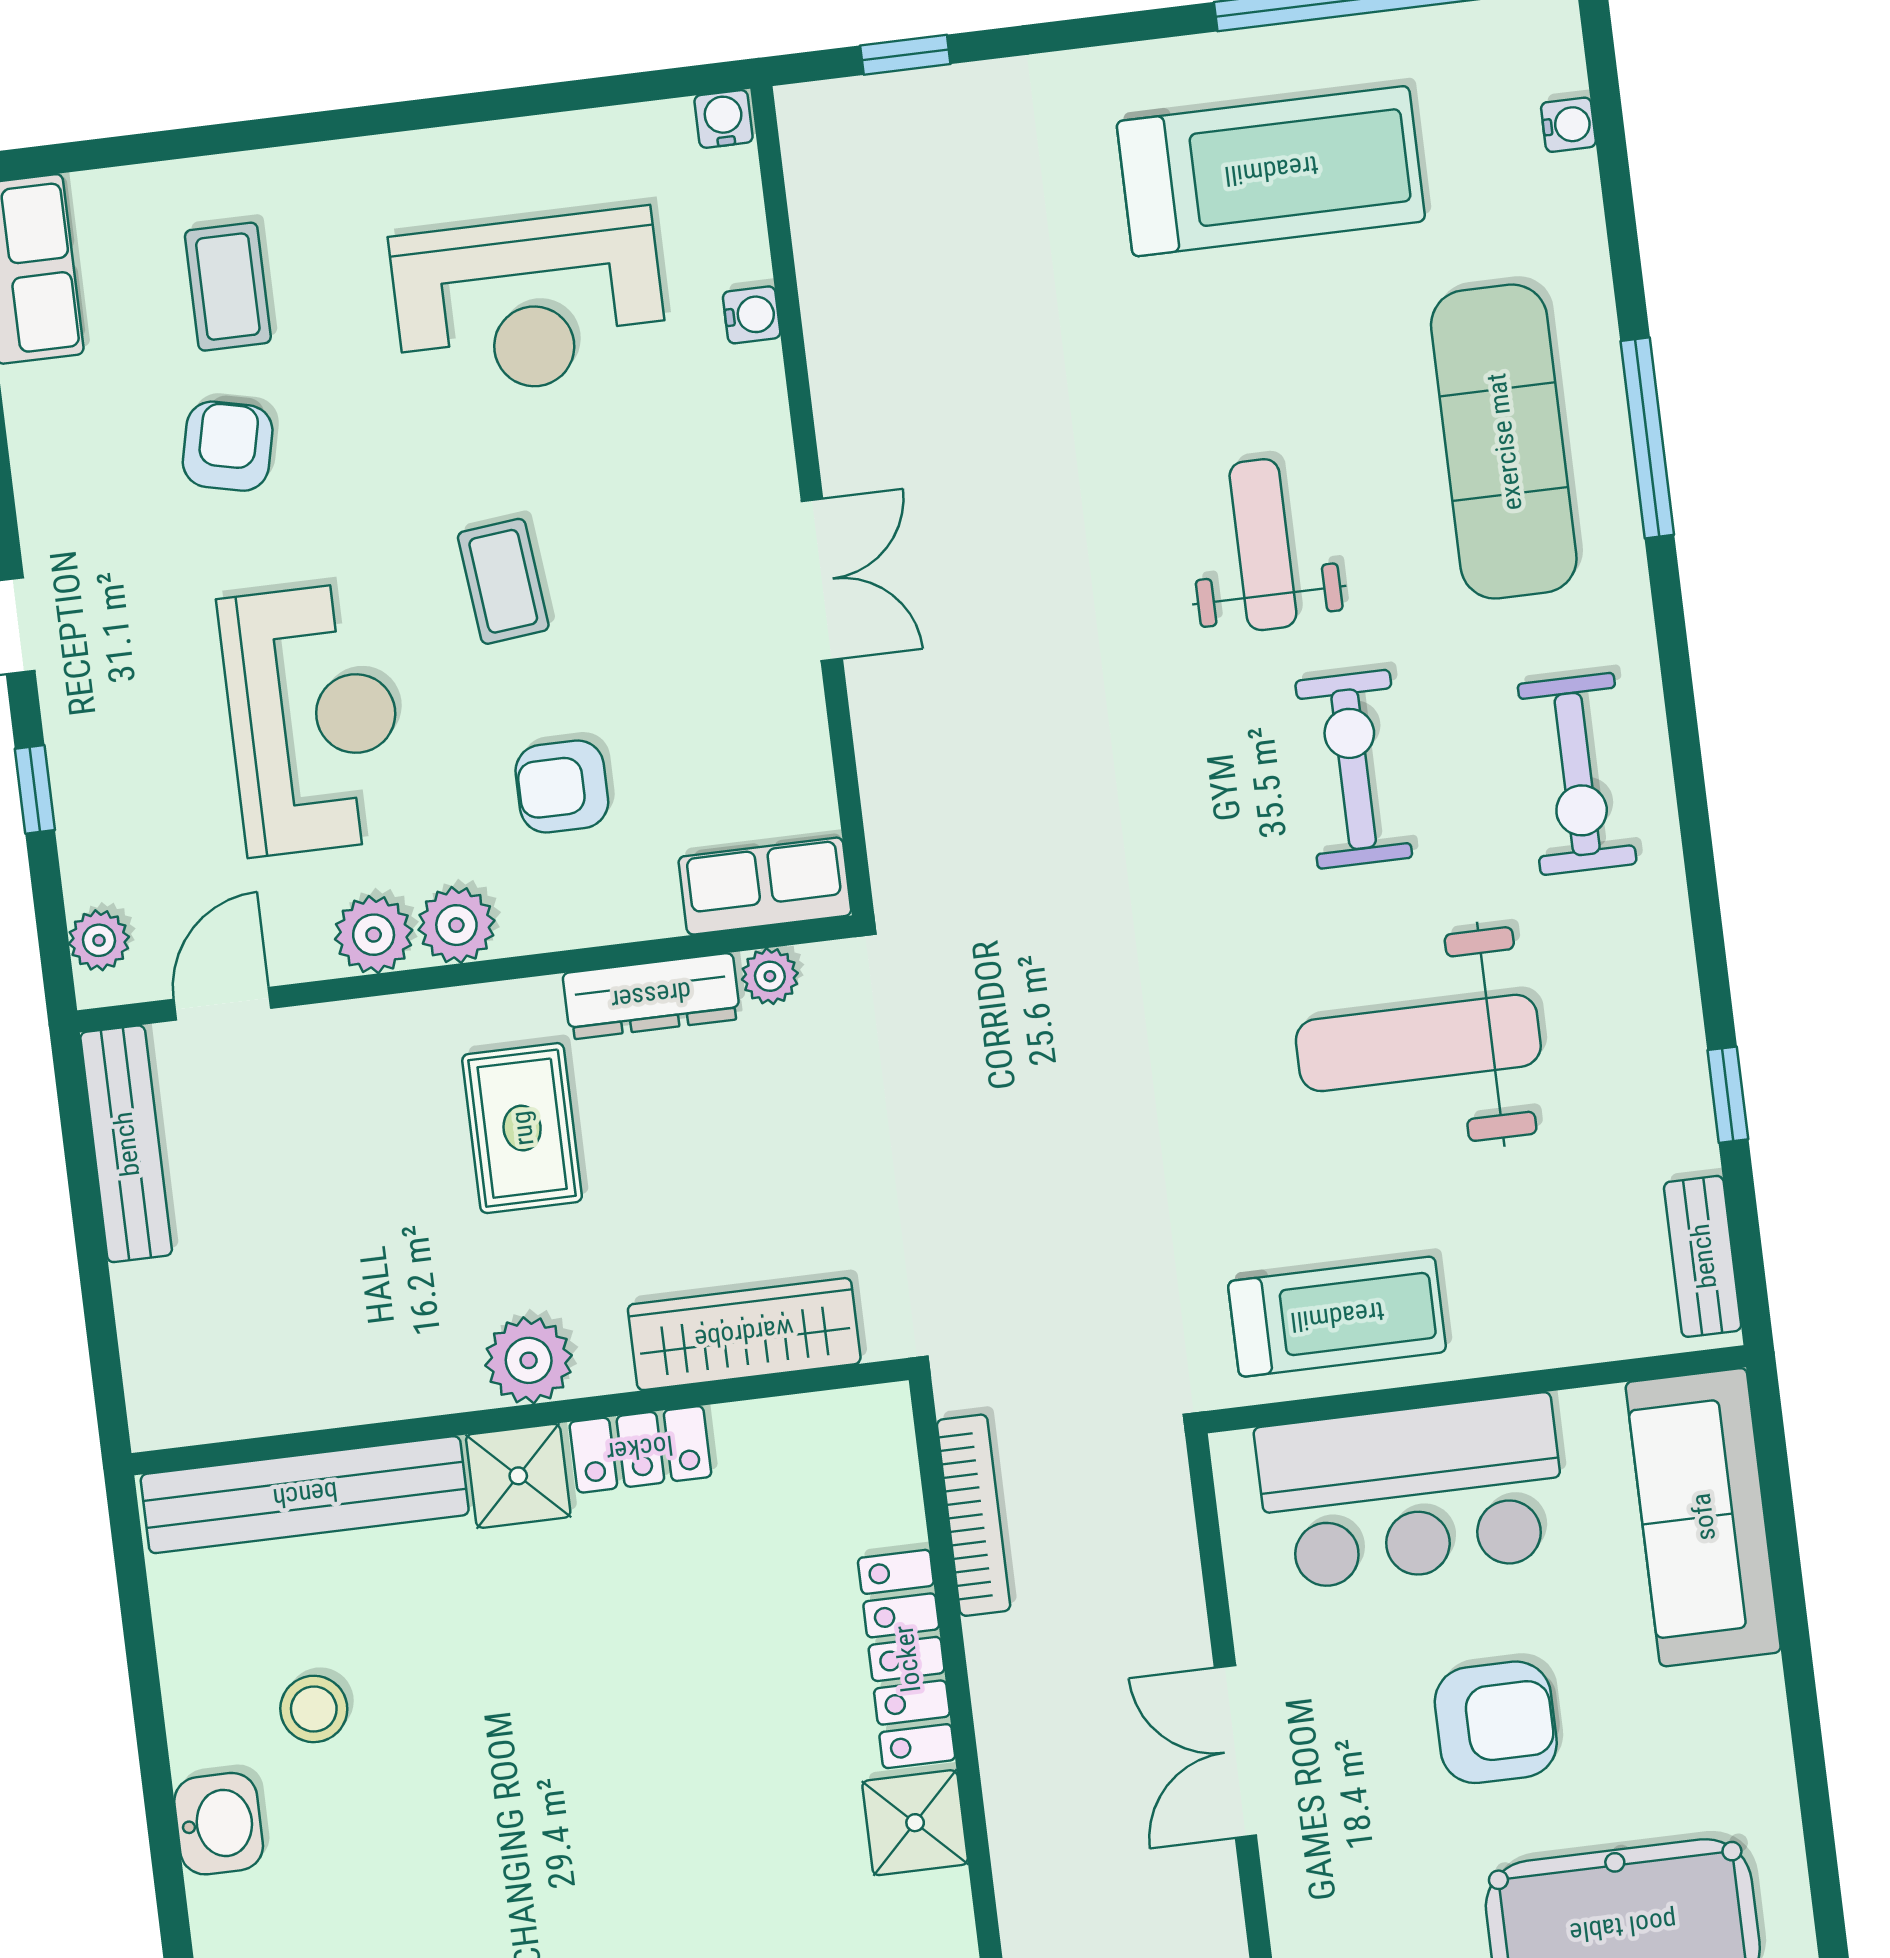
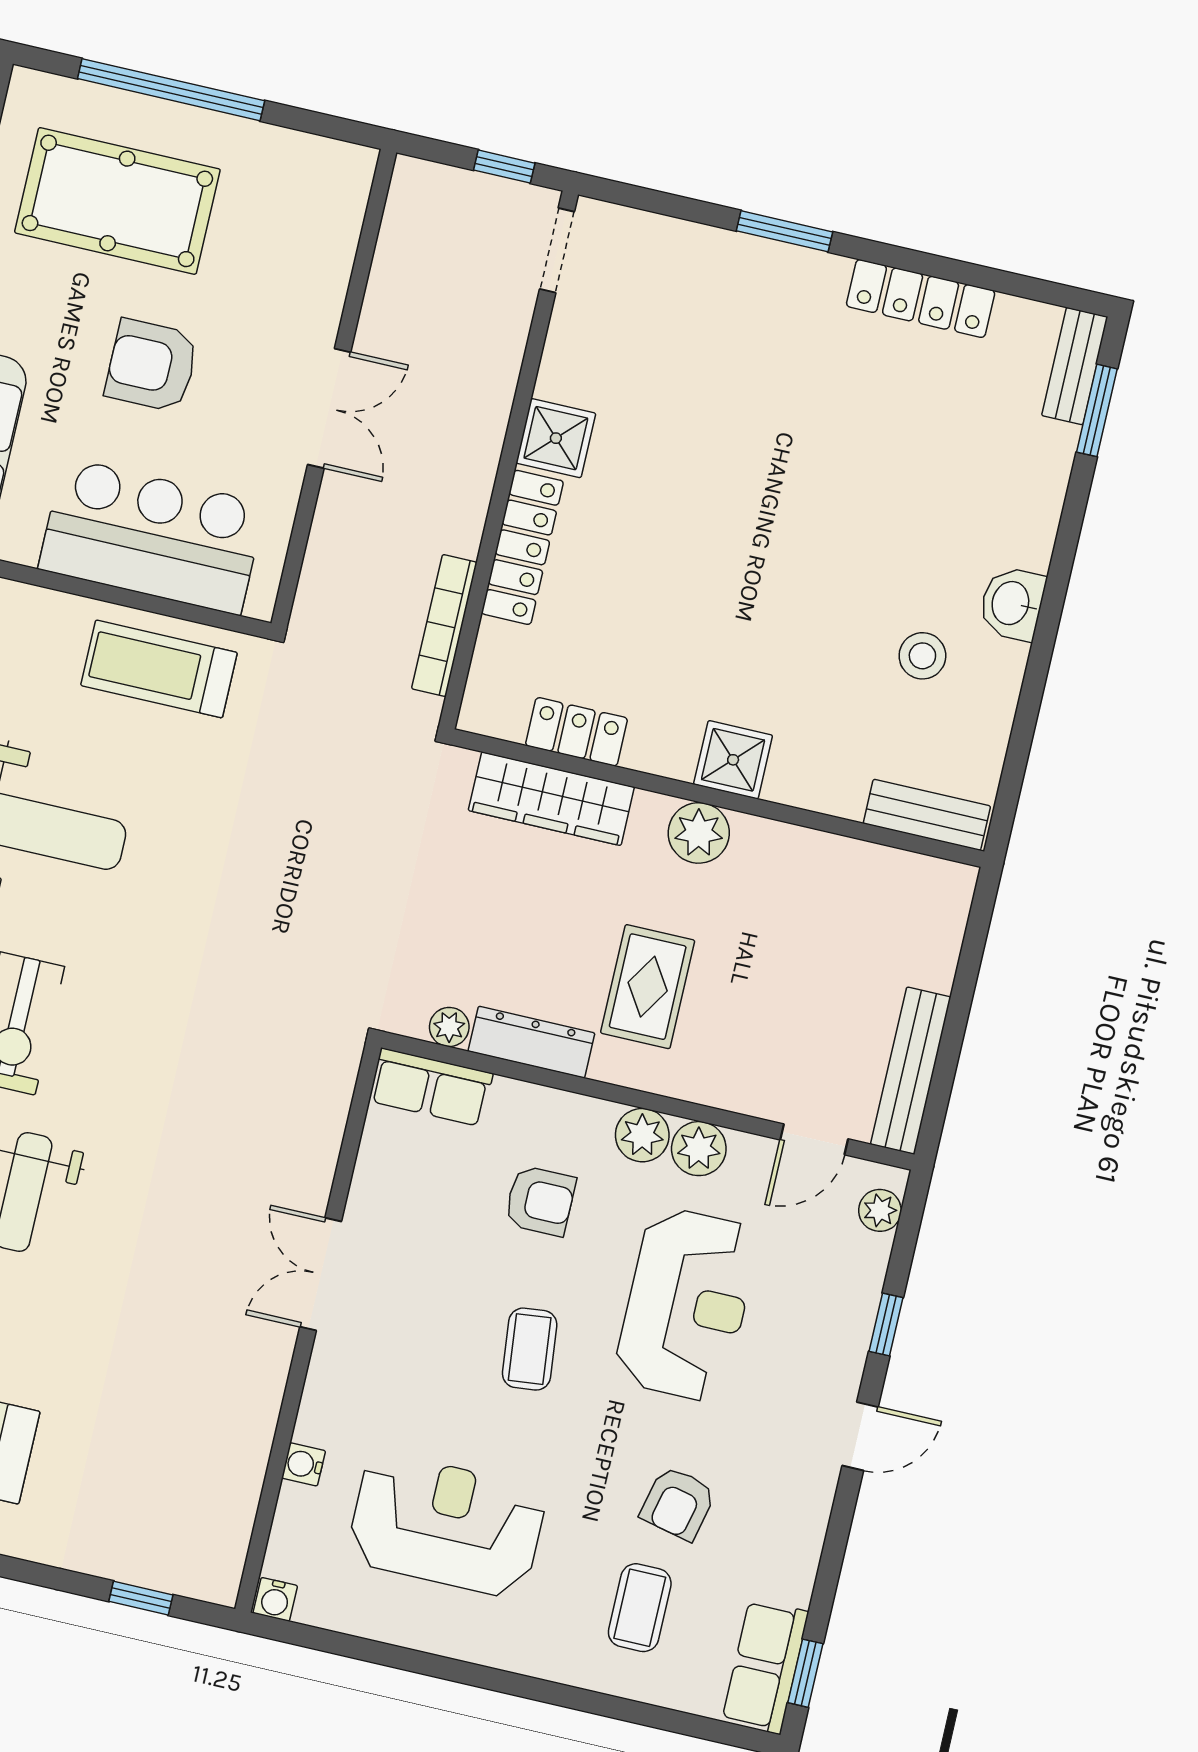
reception desk: (313, 719) -> (687, 1304), turned 180
locker: (640, 1449) -> (576, 732), moved
bench: (305, 1495) -> (927, 815), width x0.54, depth x0.82

